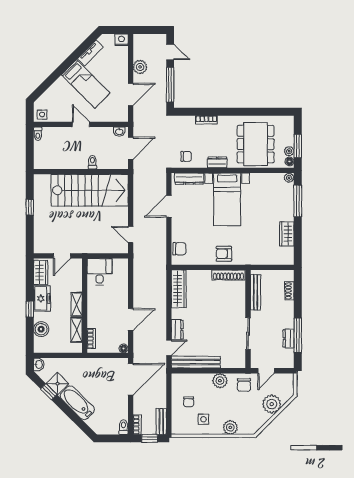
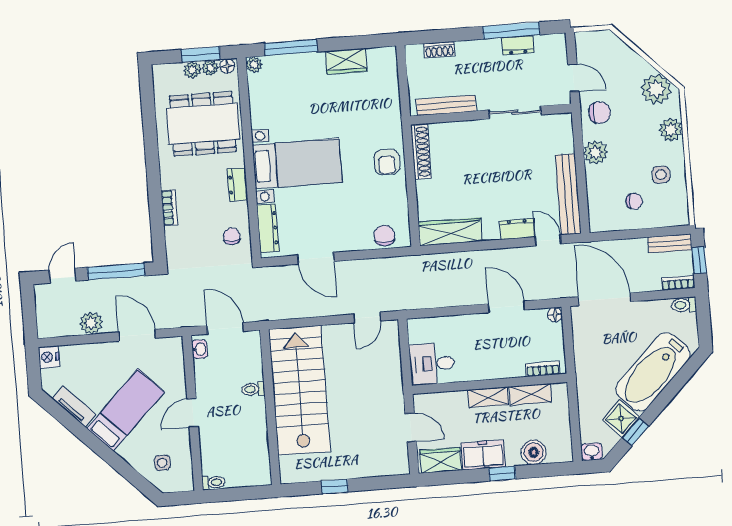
side table: (42, 115) -> (162, 463), moved
plant: (289, 140) -> (192, 70), added
bathtub: (77, 403) -> (653, 372), width x1.36, depth x1.36
plant: (272, 404) -> (656, 89), moved

